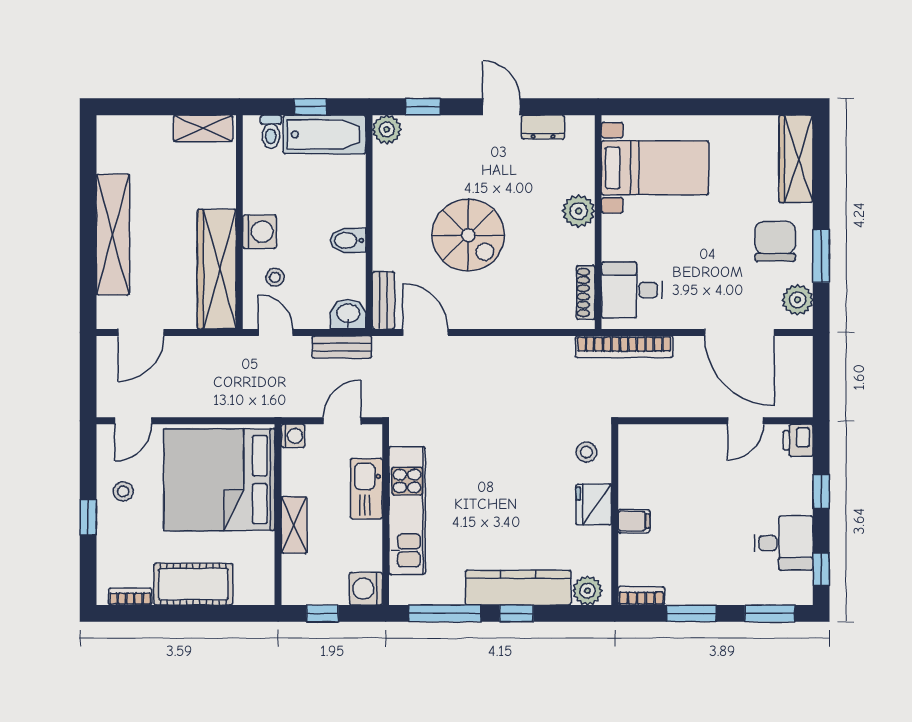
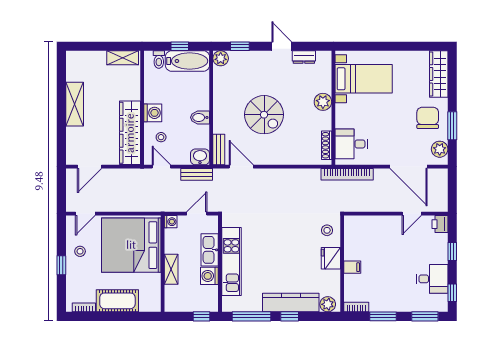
shelving: (113, 235) -> (75, 104), width x0.68
washing machine: (366, 589) -> (209, 276), moved
window: (322, 613) -> (201, 316), moved

